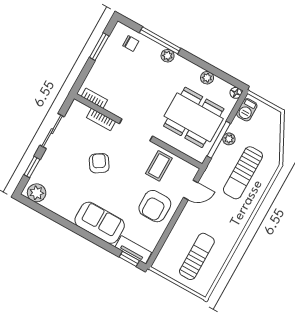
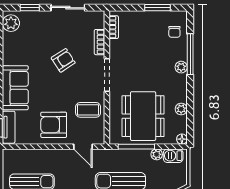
plant: (229, 139) -> (157, 154), moved

